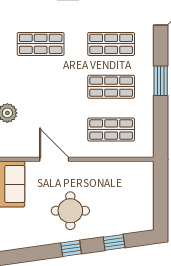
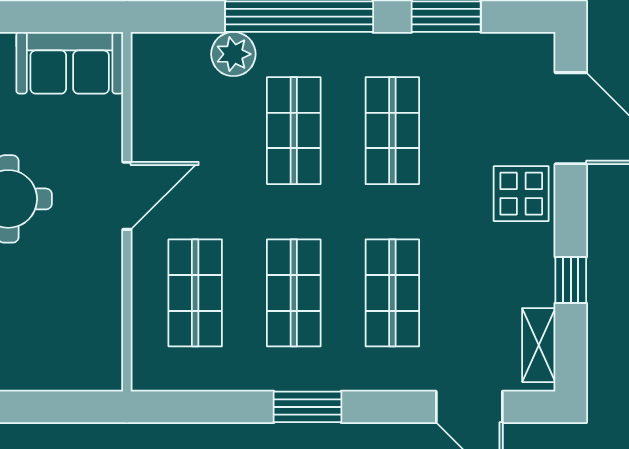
shop shelf: (41, 87) -> (294, 131), added
door: (54, 159) -> (127, 196), moved

